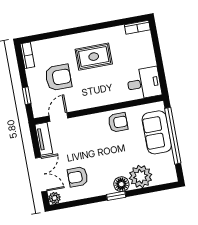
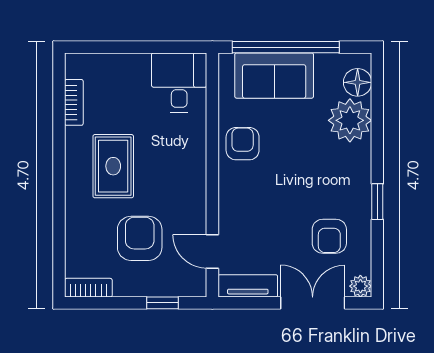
bookcase: (137, 27) -> (74, 102), moved
floor lamp: (121, 184) -> (358, 82), moved
window: (116, 196) -> (377, 202), moved

